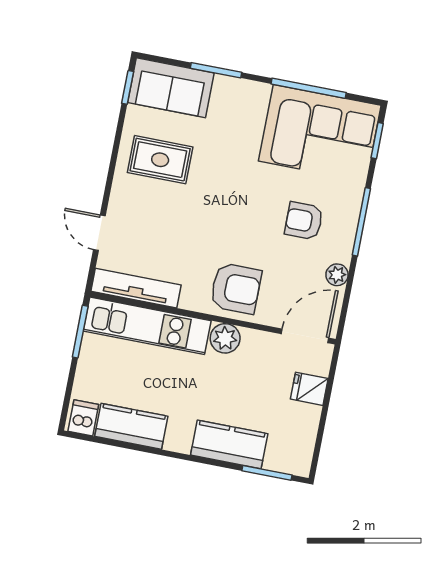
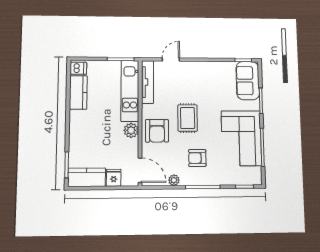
corner sofa: (320, 133) -> (241, 138), moved
rug: (160, 160) -> (188, 118), moved
armchair: (304, 221) -> (197, 158), turned -90
kitchen counter: (229, 444) -> (87, 177), moved, turned -90

